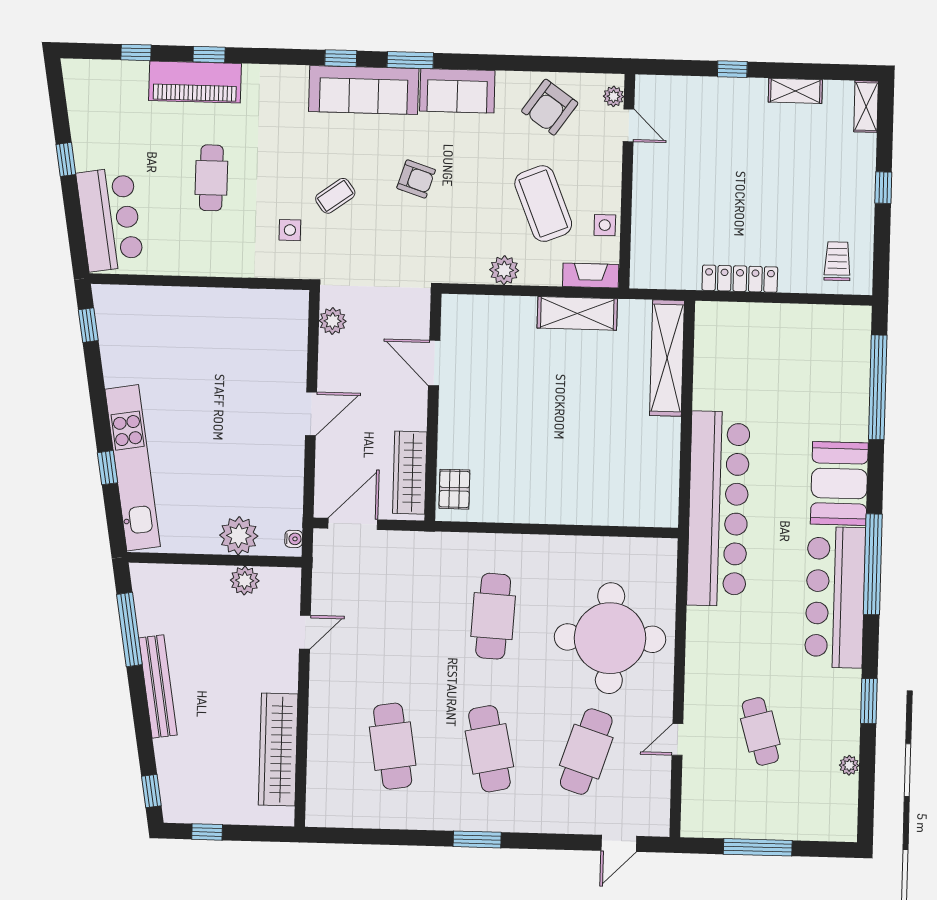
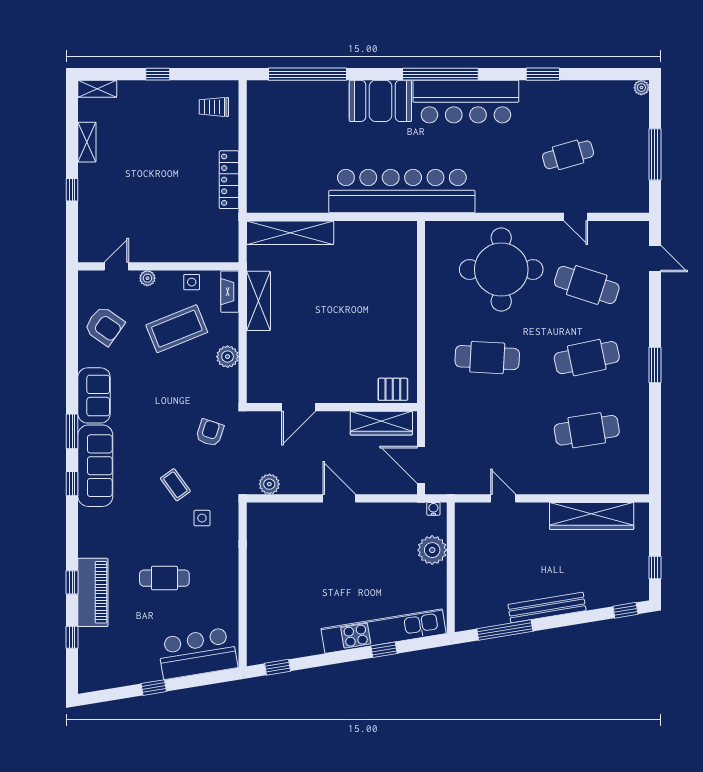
plant: (614, 96) -> (147, 278), moved
armchair: (416, 179) -> (210, 433), moved
plant: (245, 580) -> (466, 545), removed
plant: (849, 765) -> (641, 88), moved

